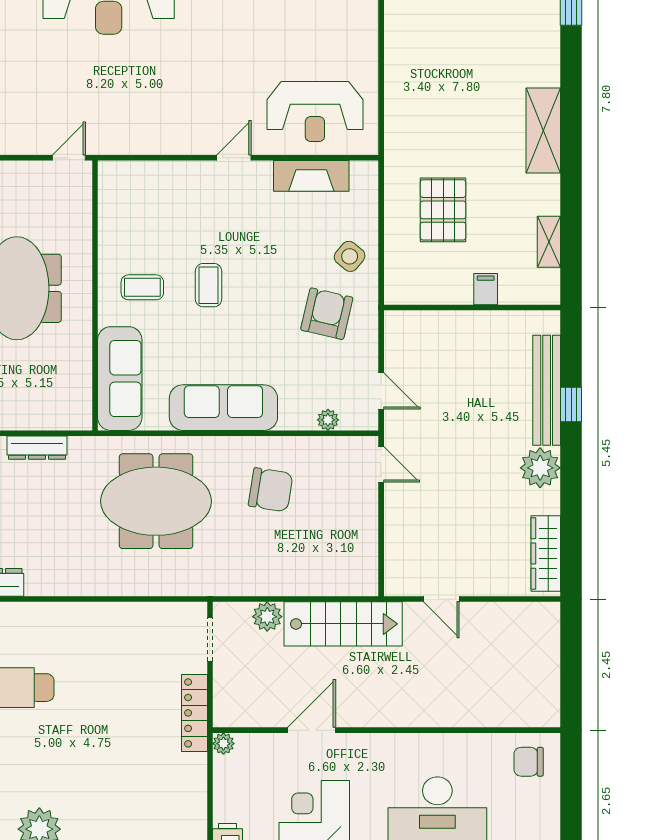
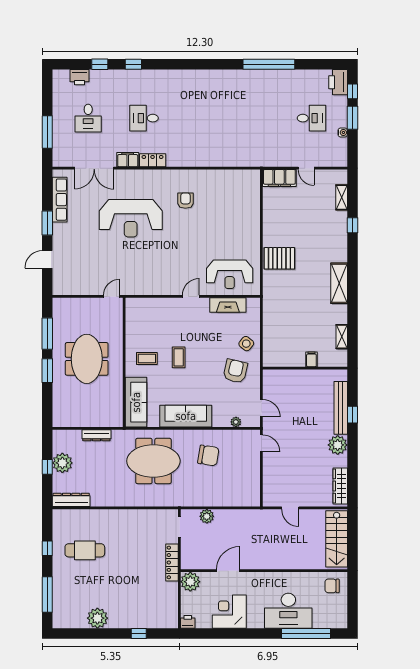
pallet: (443, 210) -> (279, 258), moved, turned 90
stairs: (343, 624) -> (337, 539), moved, turned 90
plant: (223, 744) -> (190, 582), width x1.88, depth x1.88

